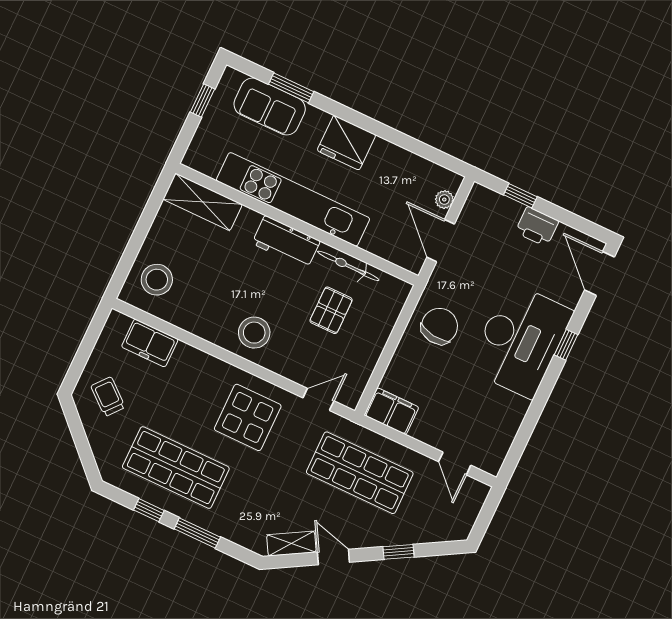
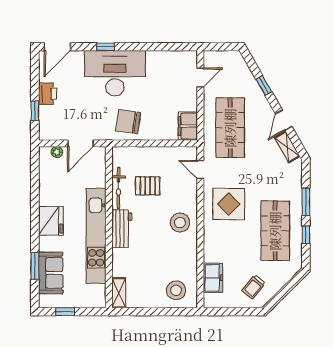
shelving: (203, 202) -> (119, 293), width x0.67, depth x0.75

